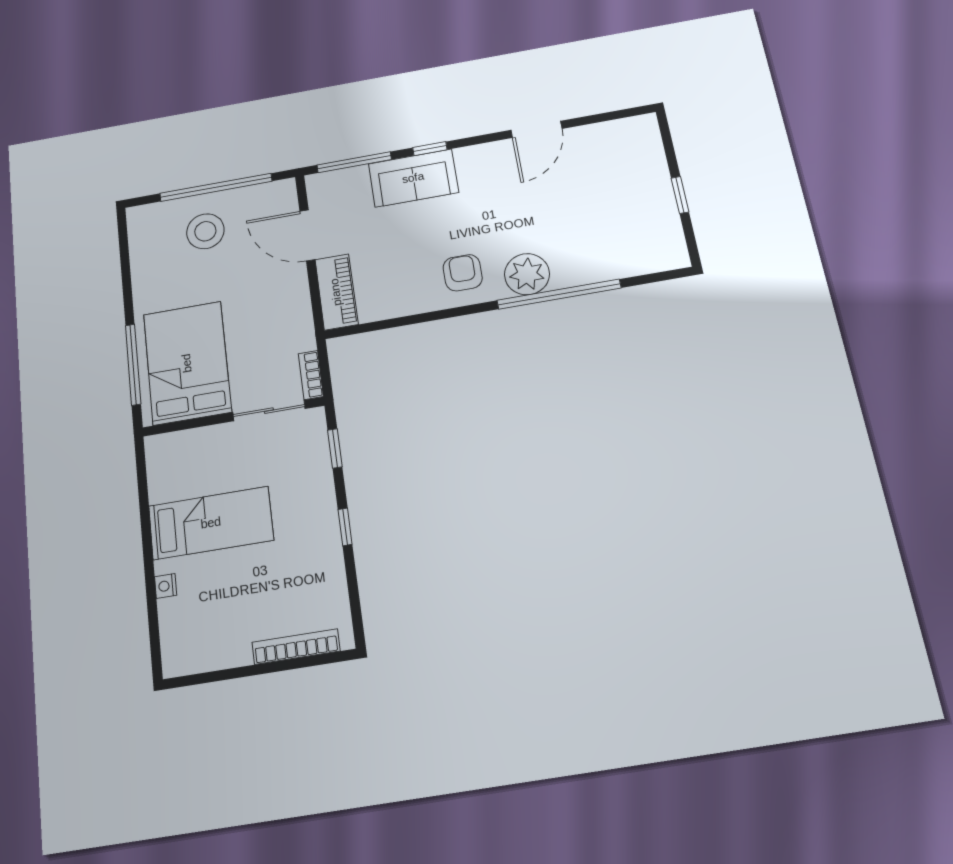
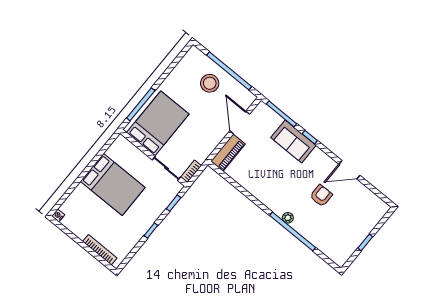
armchair: (463, 273) -> (321, 196), moved
plant: (527, 274) -> (288, 218), width x0.53, depth x0.53
bed: (211, 523) -> (113, 184), width x1.50
nightstand: (166, 586) -> (58, 215), moved

